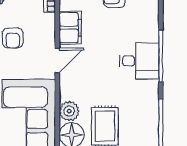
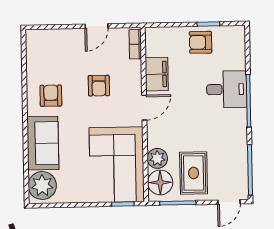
desk: (139, 61) -> (227, 89), moved

